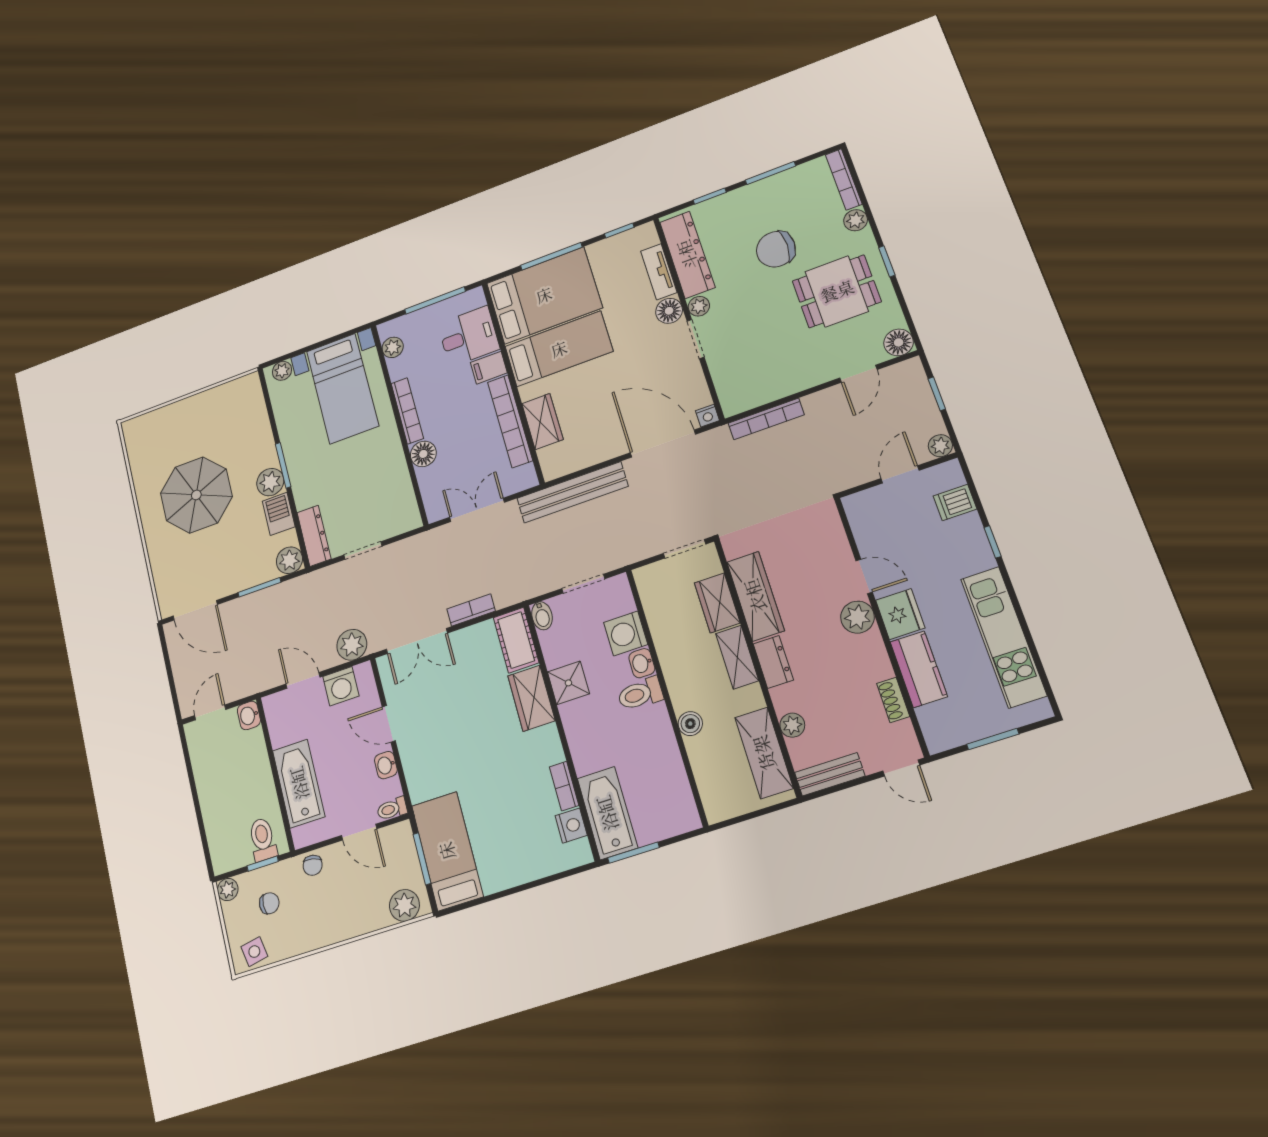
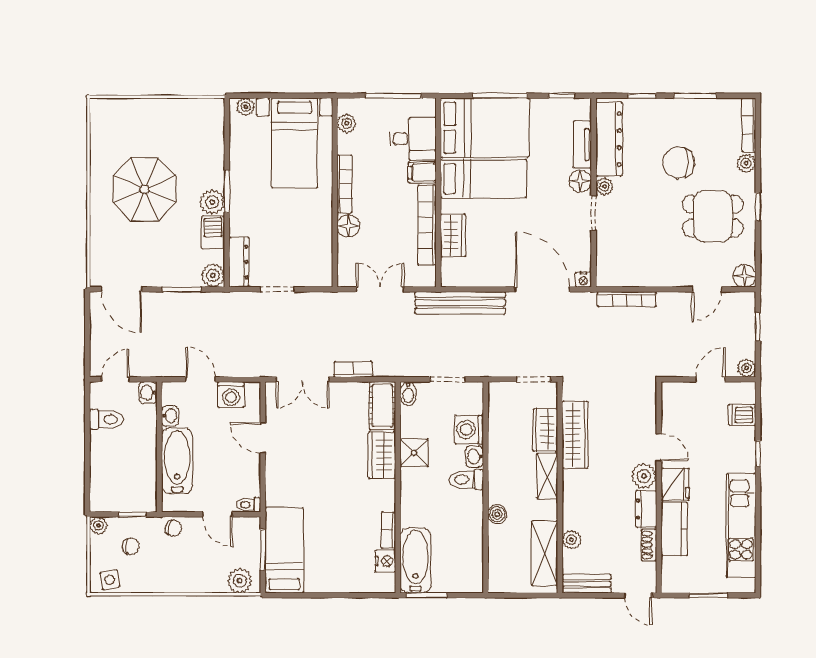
plant: (352, 645) -> (248, 364), removed
dresser: (773, 662) -> (646, 509), moved, turned 180
washbasin: (386, 765) -> (170, 416), moved, turned 180
toilet: (263, 839) -> (106, 419), moved, turned 90
chair: (313, 865) -> (173, 528), turned -91

